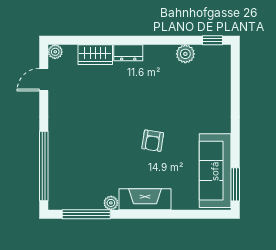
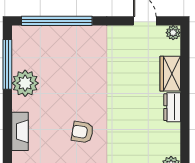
fireplace: (145, 199) -> (20, 131), width x0.73, depth x0.76
plant: (111, 203) -> (25, 83), width x1.88, depth x1.88

